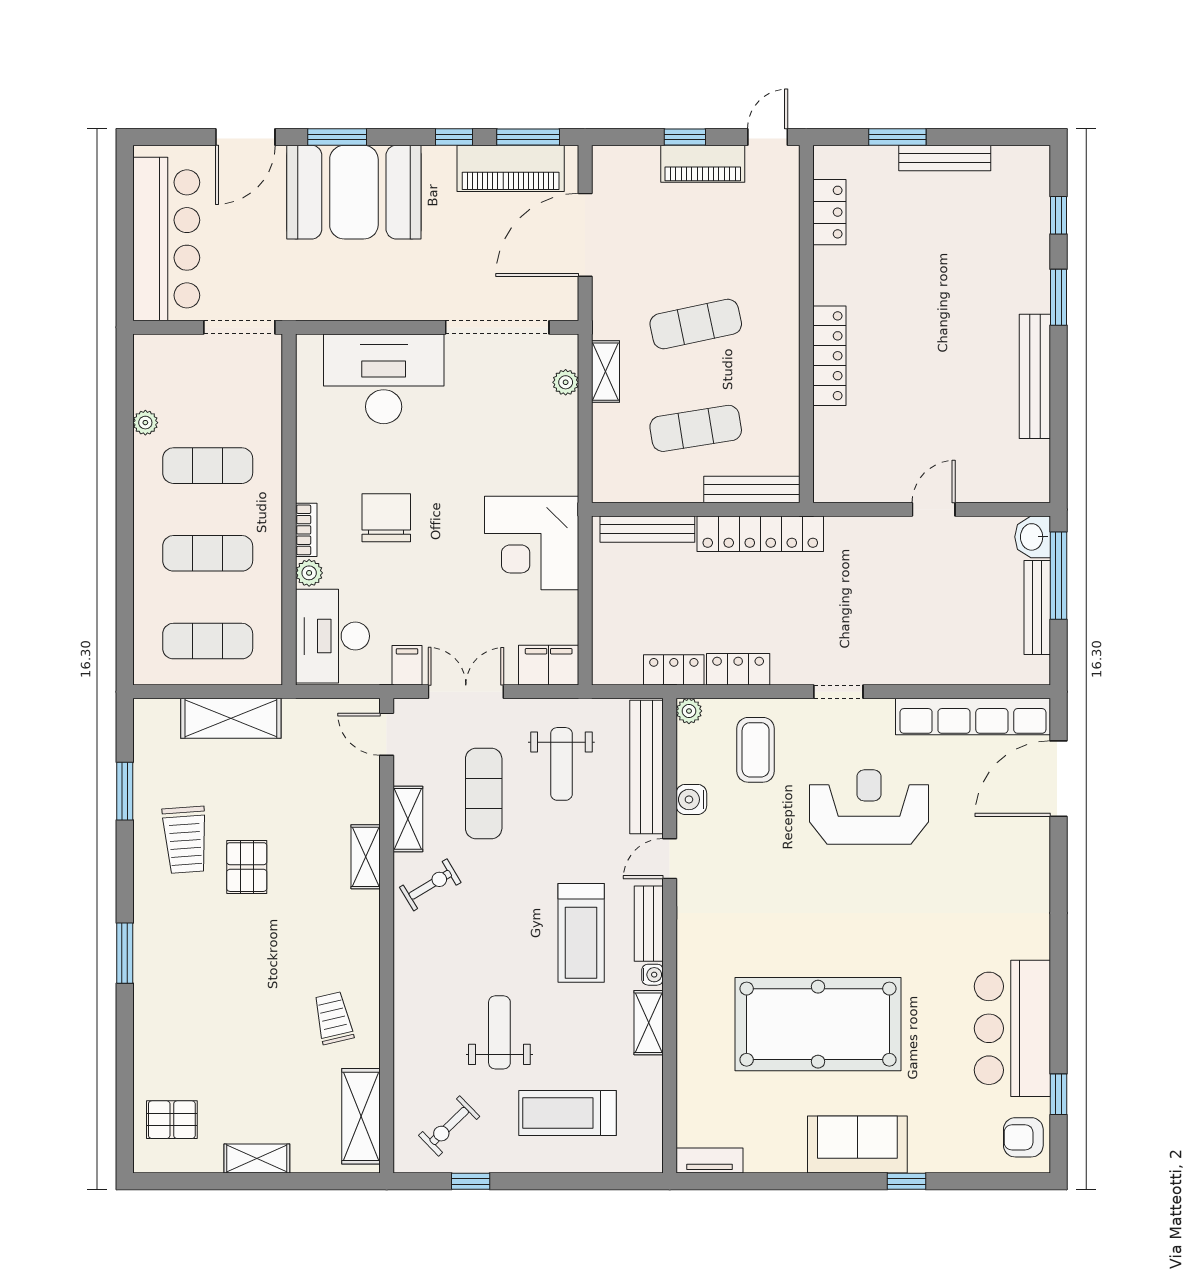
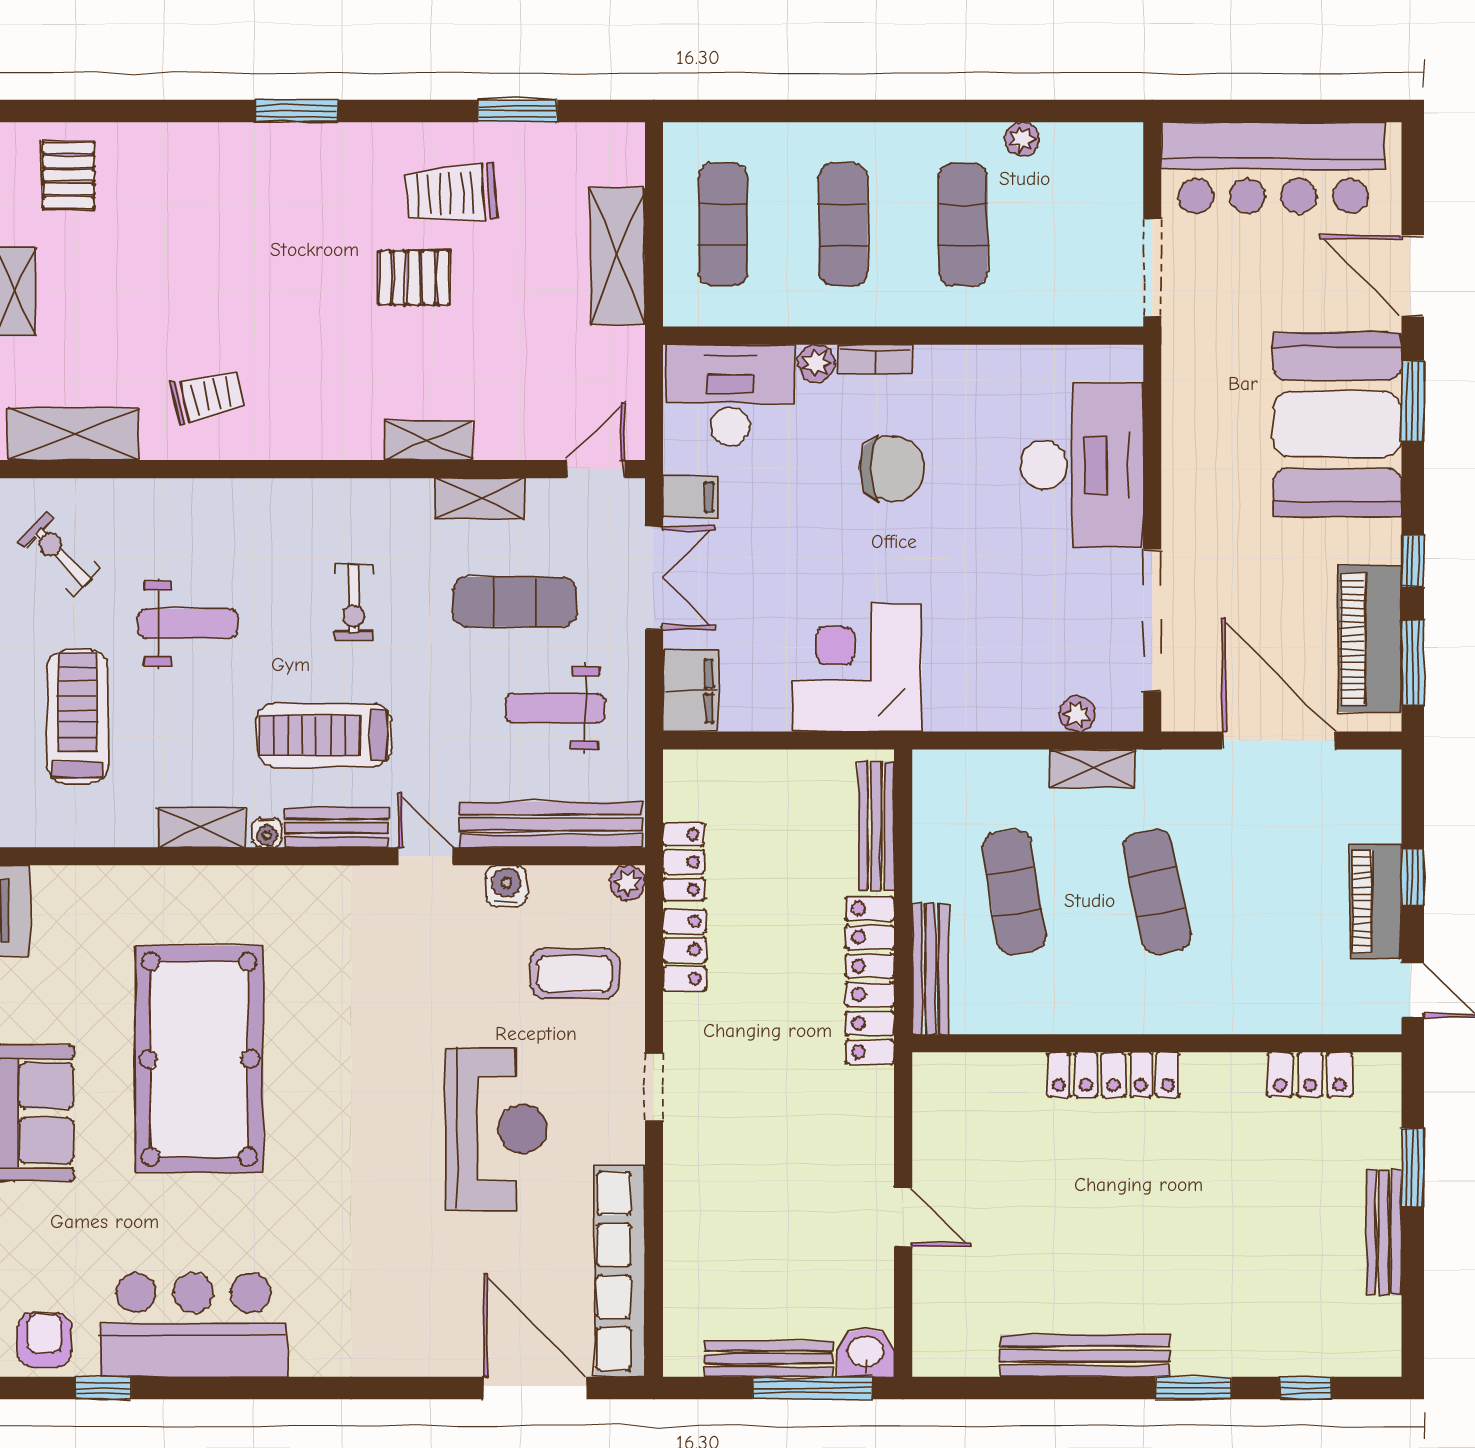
exercise bike: (430, 885) -> (354, 602), moved, turned 31

